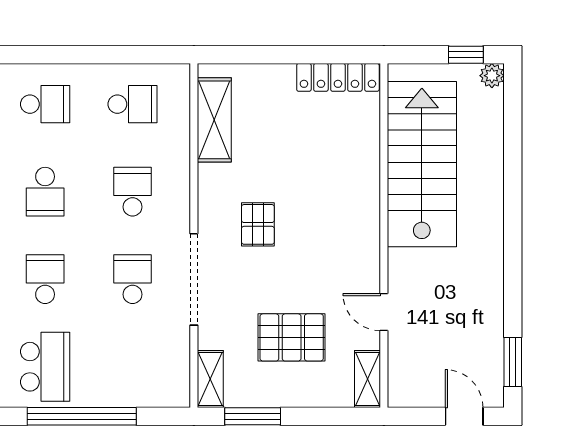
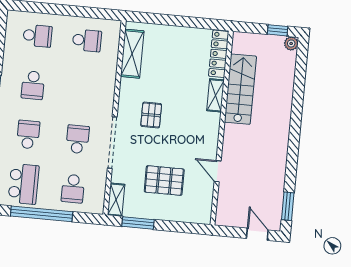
locker: (338, 77) -> (219, 54), moved, turned 90
stairs: (422, 164) -> (240, 89), width x0.73, depth x0.66
school desk: (133, 192) -> (73, 189), moved, turned 180
shelving: (368, 379) -> (215, 95), moved

